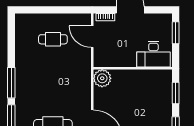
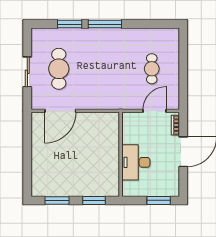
desk: (153, 54) -> (136, 162), moved
plant: (102, 78) -> (110, 122), removed

